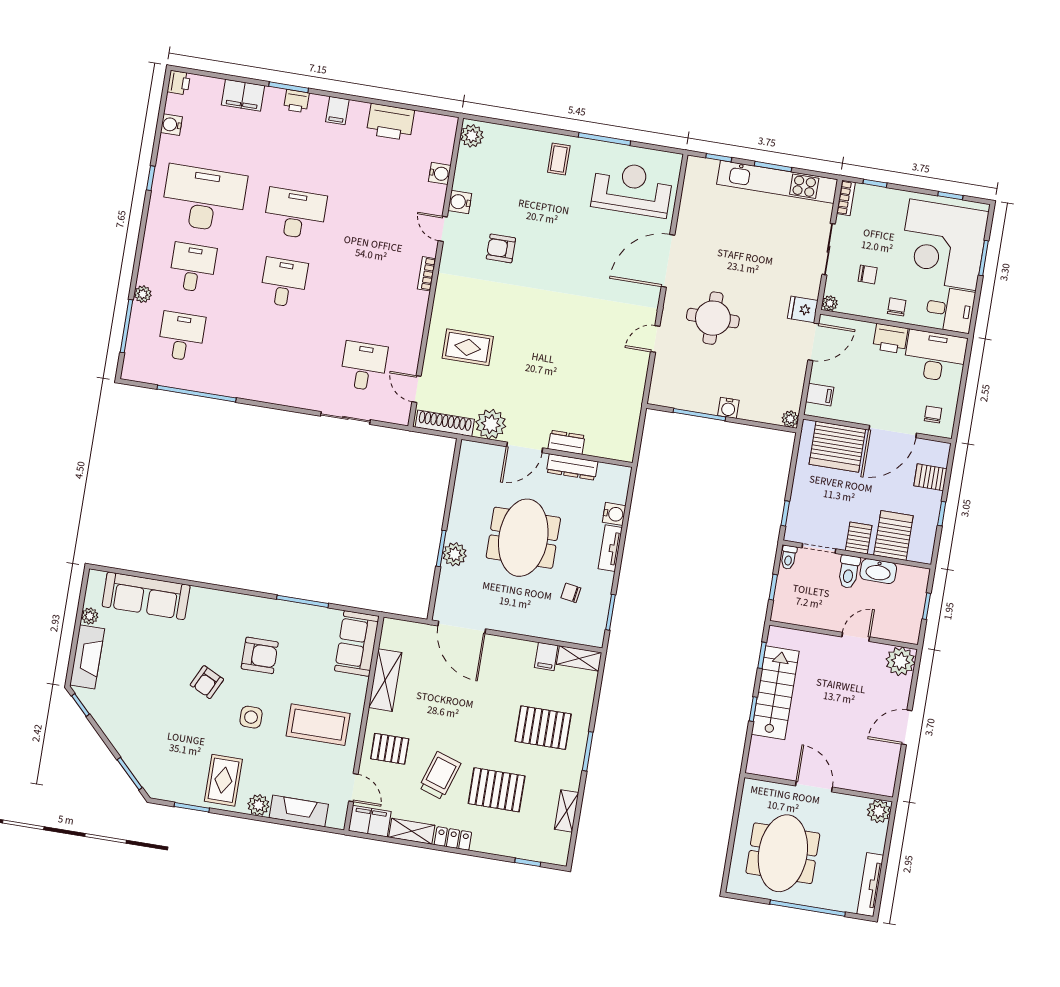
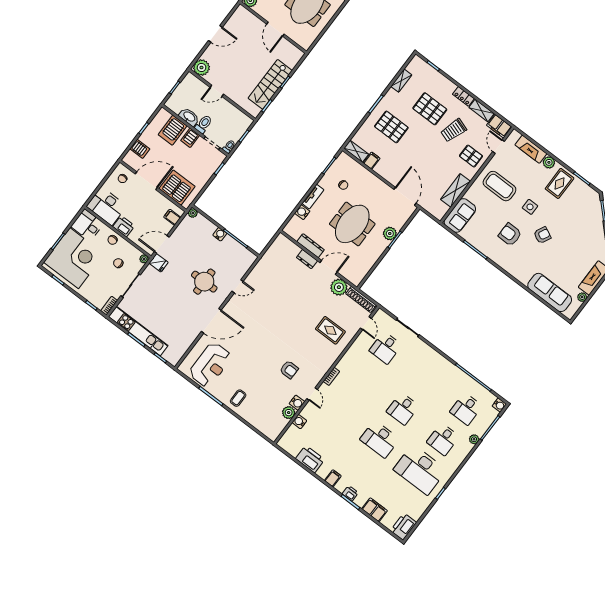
printer: (179, 83) -> (404, 527), width x1.87, depth x1.48
water cooler: (171, 125) -> (499, 405), moved
plant: (472, 136) -> (289, 413), moved
reception desk: (632, 189) -> (210, 365), turned -90

